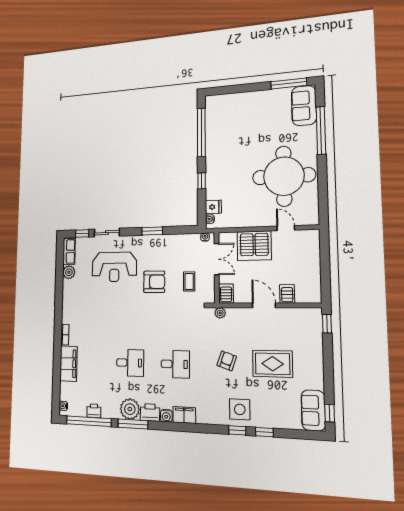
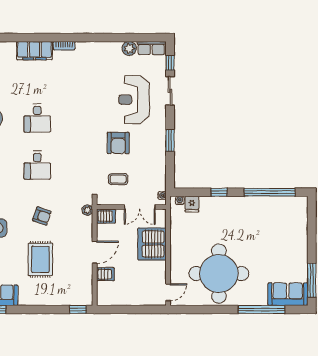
door: (286, 228) -> (168, 292), moved

